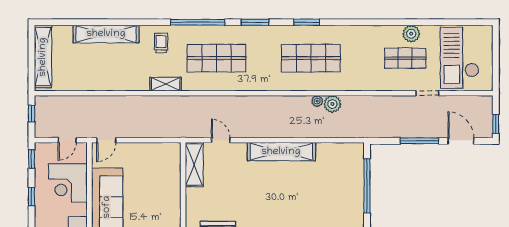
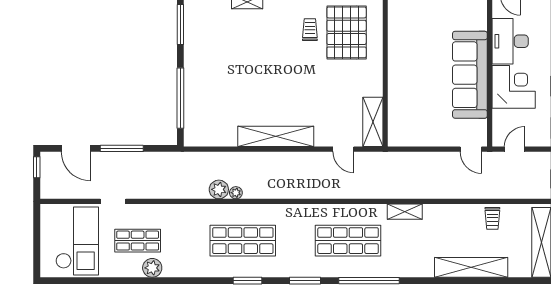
plant: (411, 34) -> (152, 268), moved
trolley: (161, 43) -> (492, 218), moved
door: (106, 140) -> (471, 149), swing flipped
corner desk: (68, 183) -> (514, 87), moved

